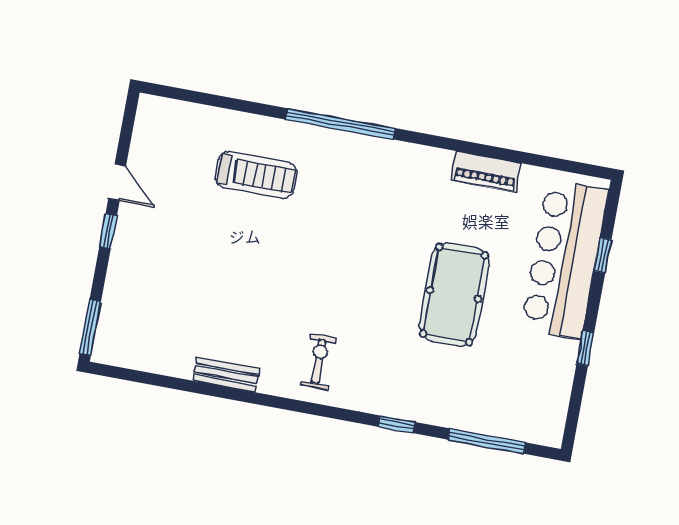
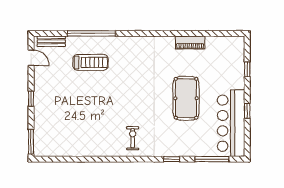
window: (341, 124) -> (91, 33), moved
door: (117, 182) -> (31, 58), moved
bar counter: (565, 259) -> (231, 123), moved
bench: (226, 375) -> (51, 41), moved

